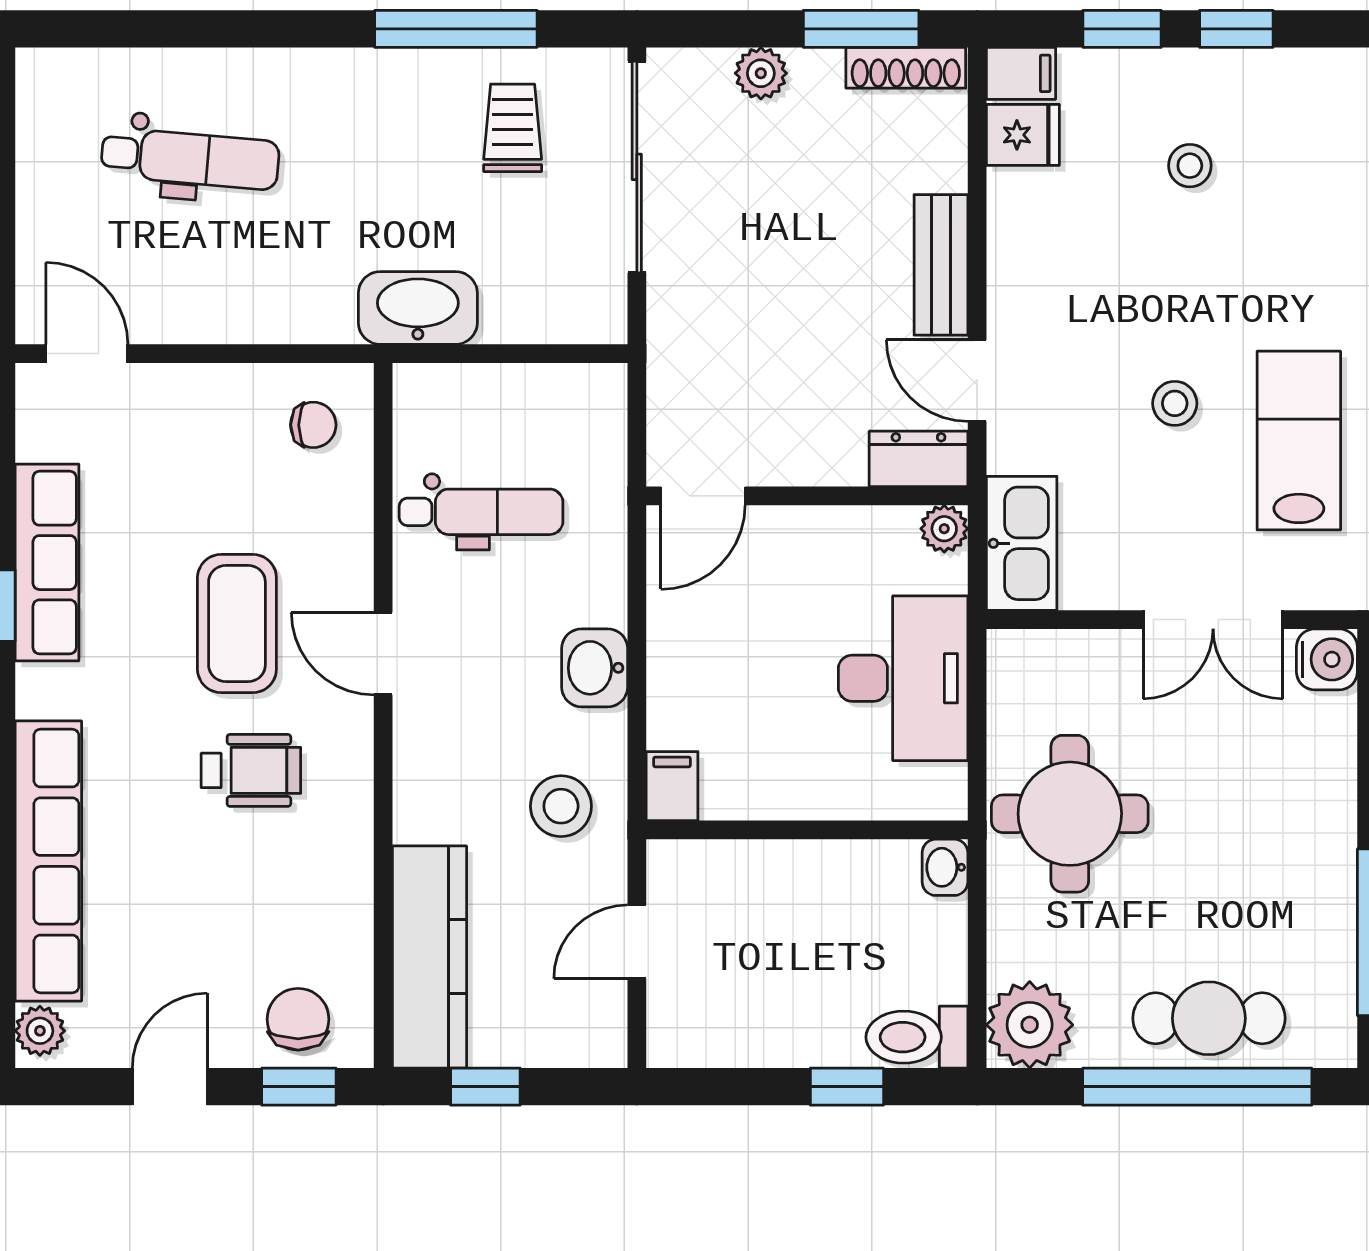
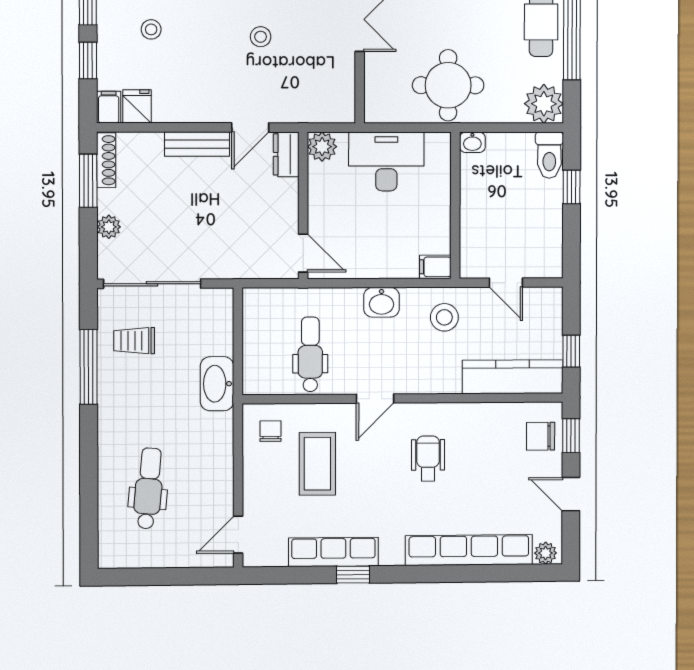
plant: (944, 529) -> (322, 147), width x1.38, depth x1.38
kitchen sink: (1022, 543) -> (325, 107), removed
coffee table: (237, 623) -> (317, 464), moved, turned 90

